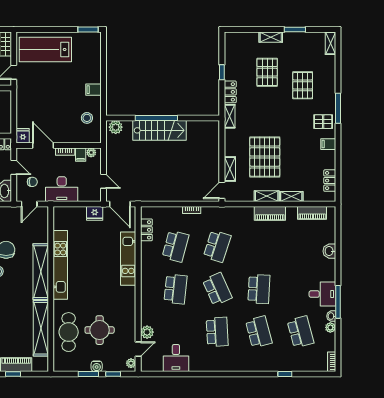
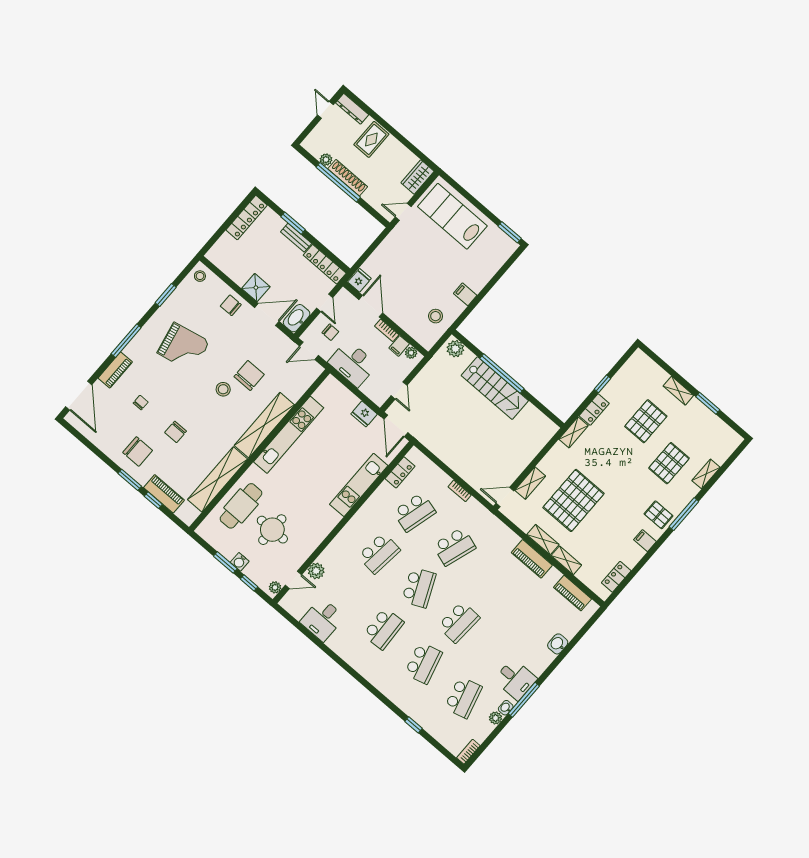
shelving: (330, 43) -> (706, 474), moved

